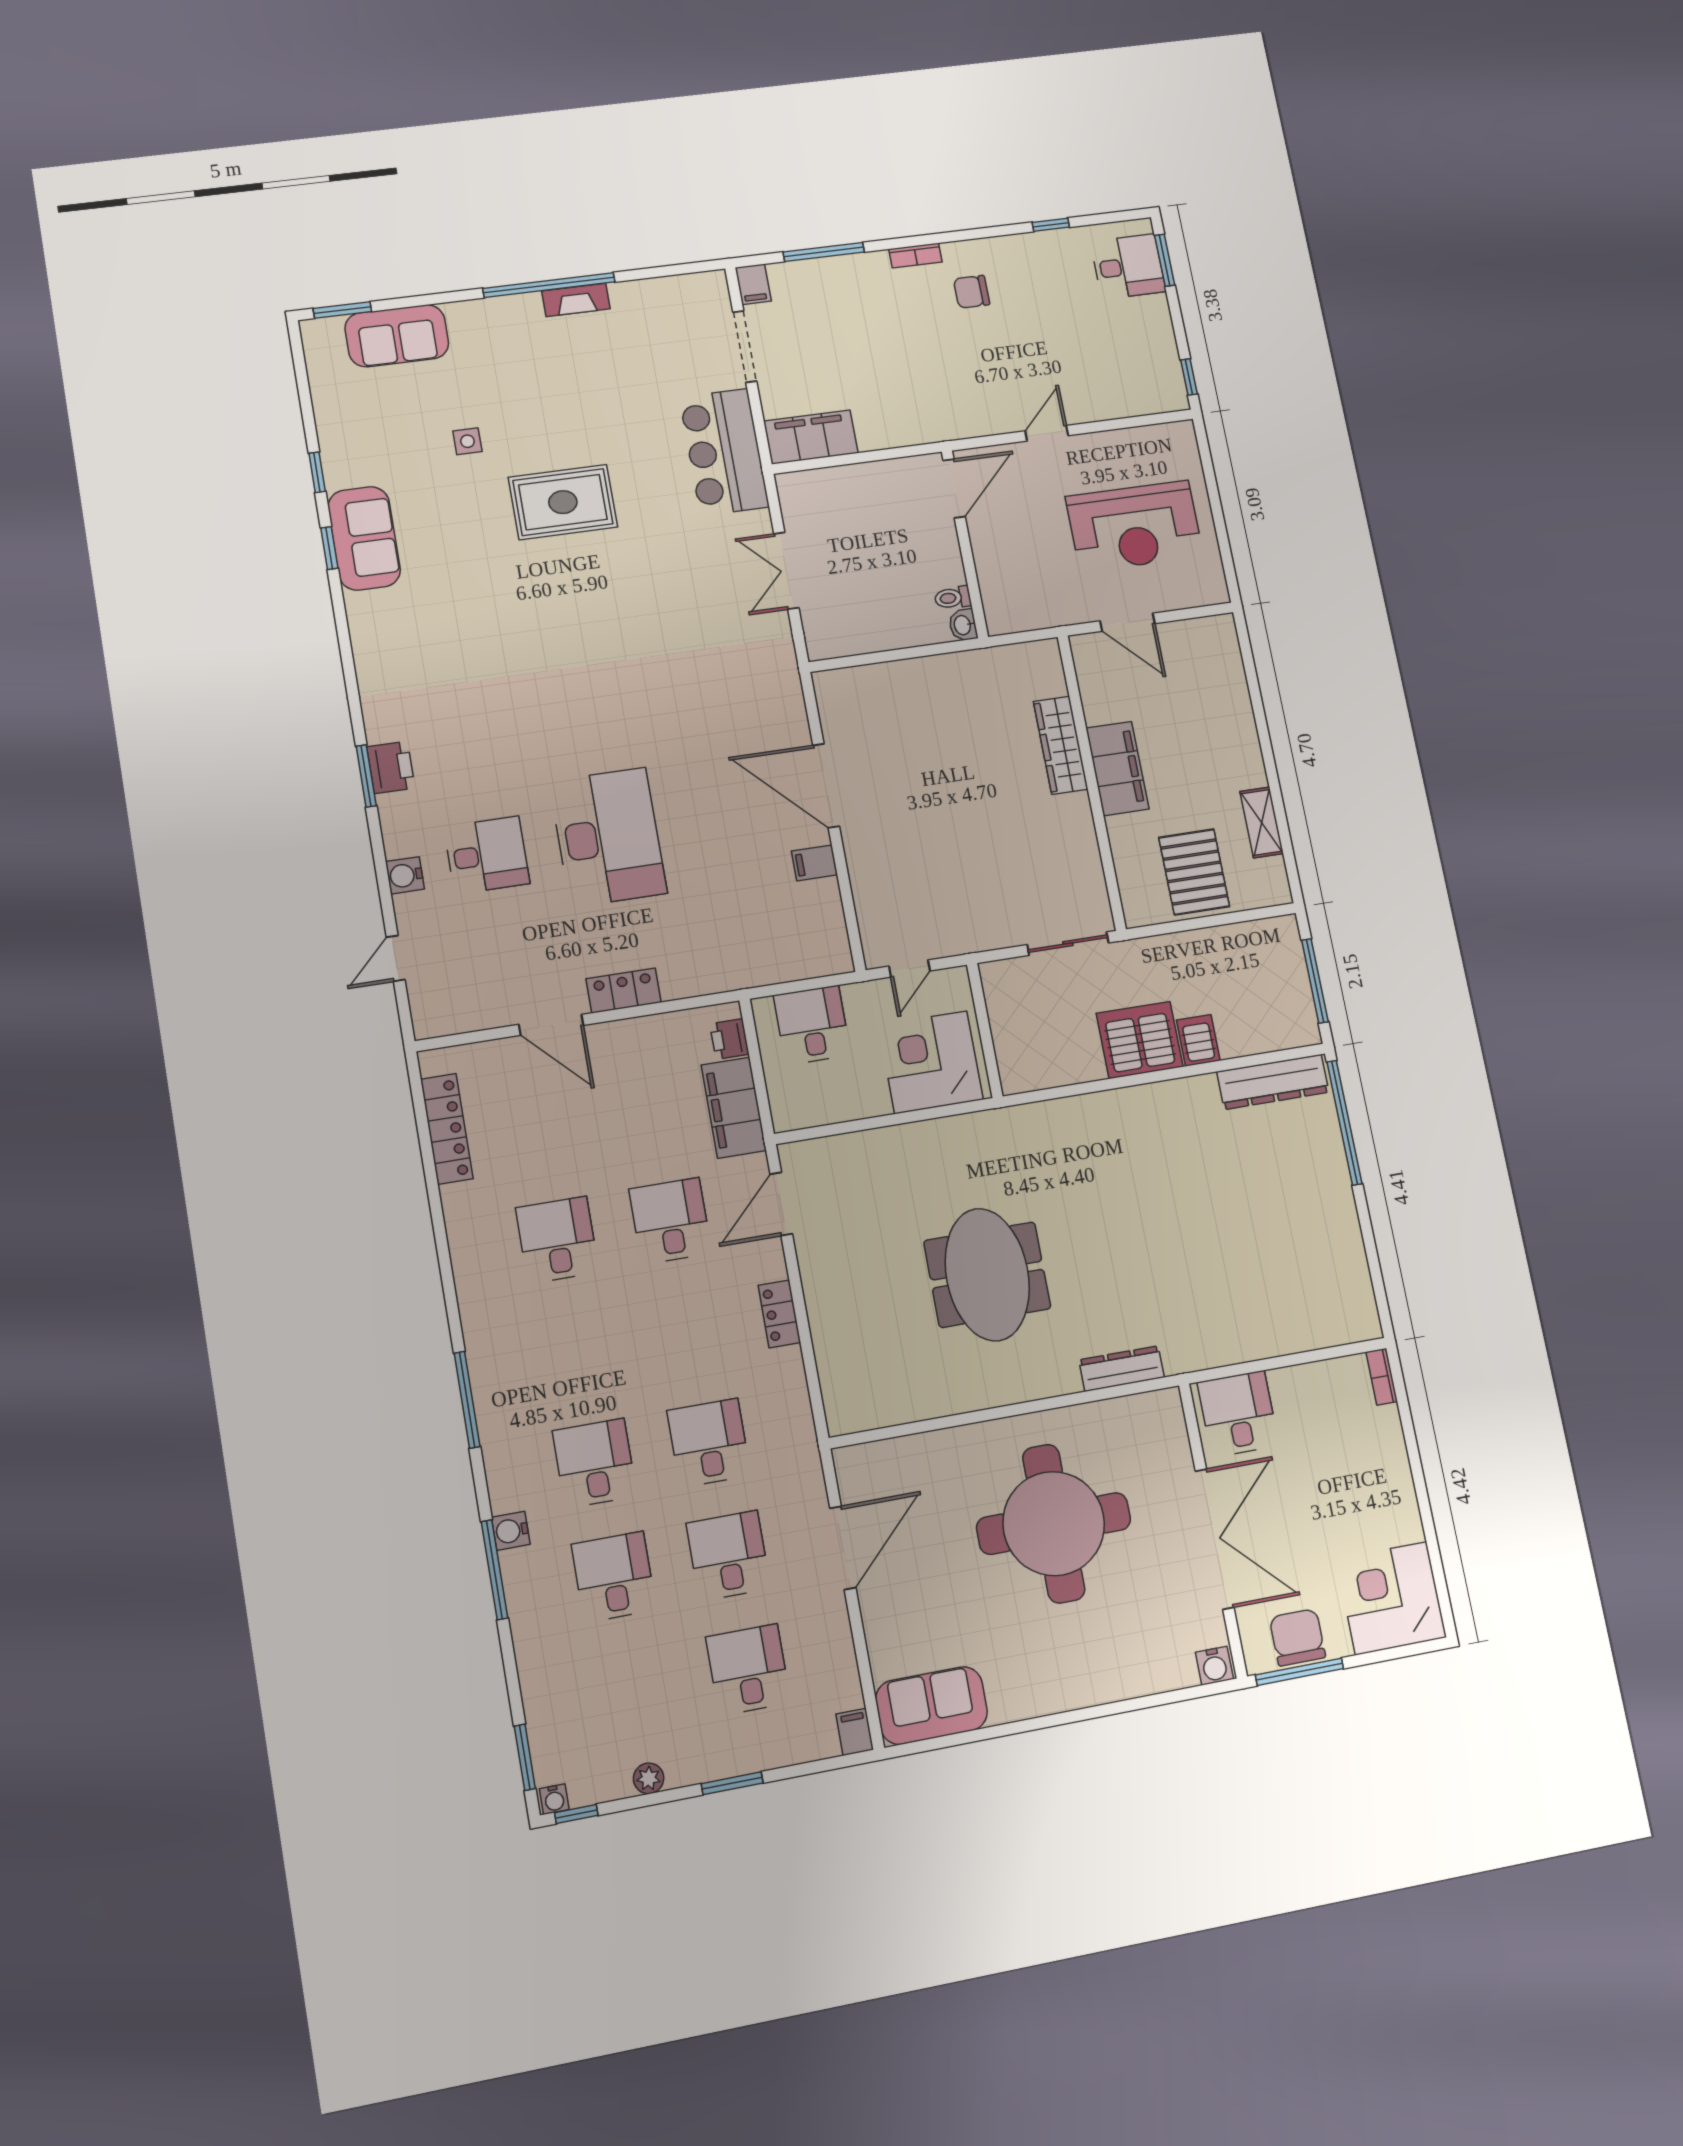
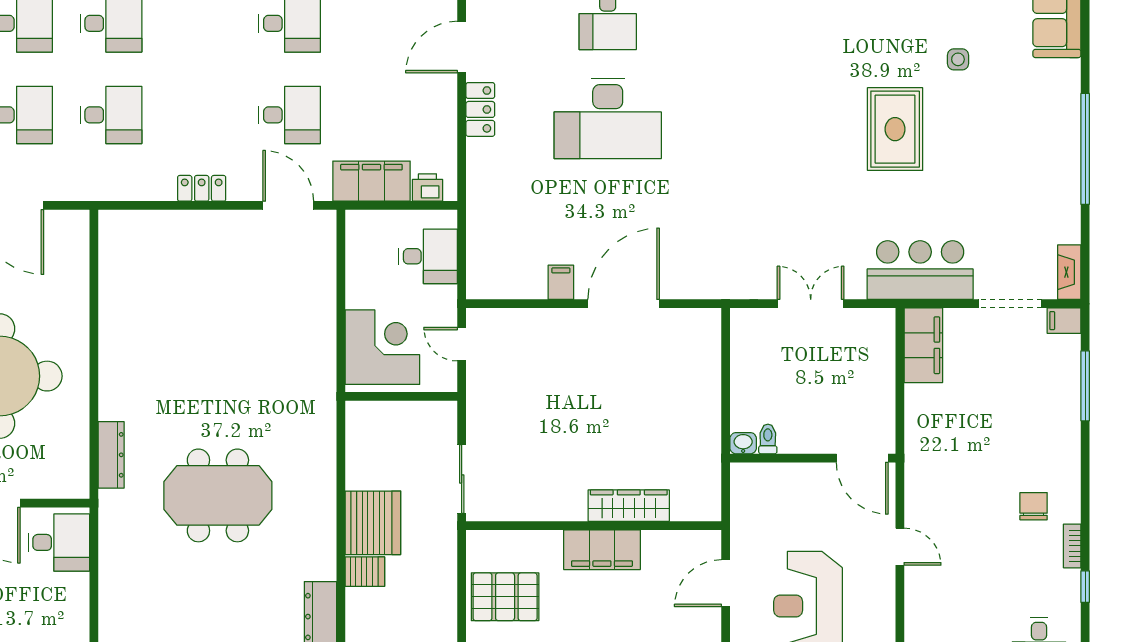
bookcase: (915, 255) -> (1072, 546), moved
fireplace: (576, 300) -> (1069, 272), moved
meeting table: (987, 1275) -> (218, 495), moved

